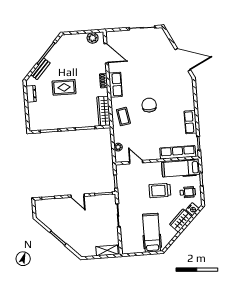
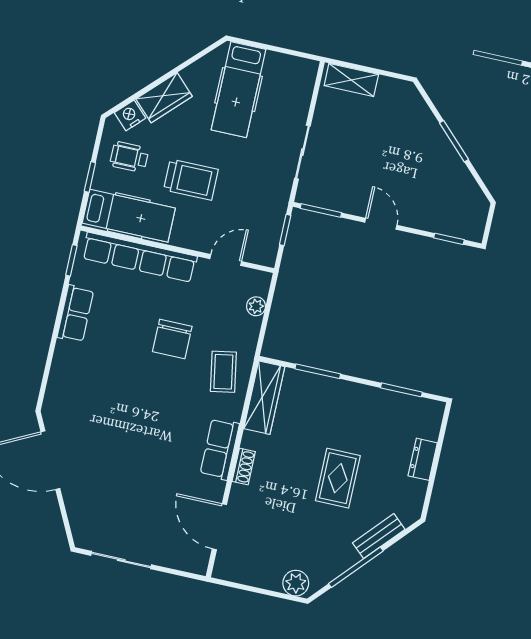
plant: (93, 38) -> (296, 583), moved
rug: (64, 87) -> (338, 478), turned 90
dresser: (31, 94) -> (423, 459), moved
chair: (149, 105) -> (172, 339), moved
row of seats: (178, 152) -> (140, 257), width x1.36
door: (136, 162) -> (226, 260), swing flipped

